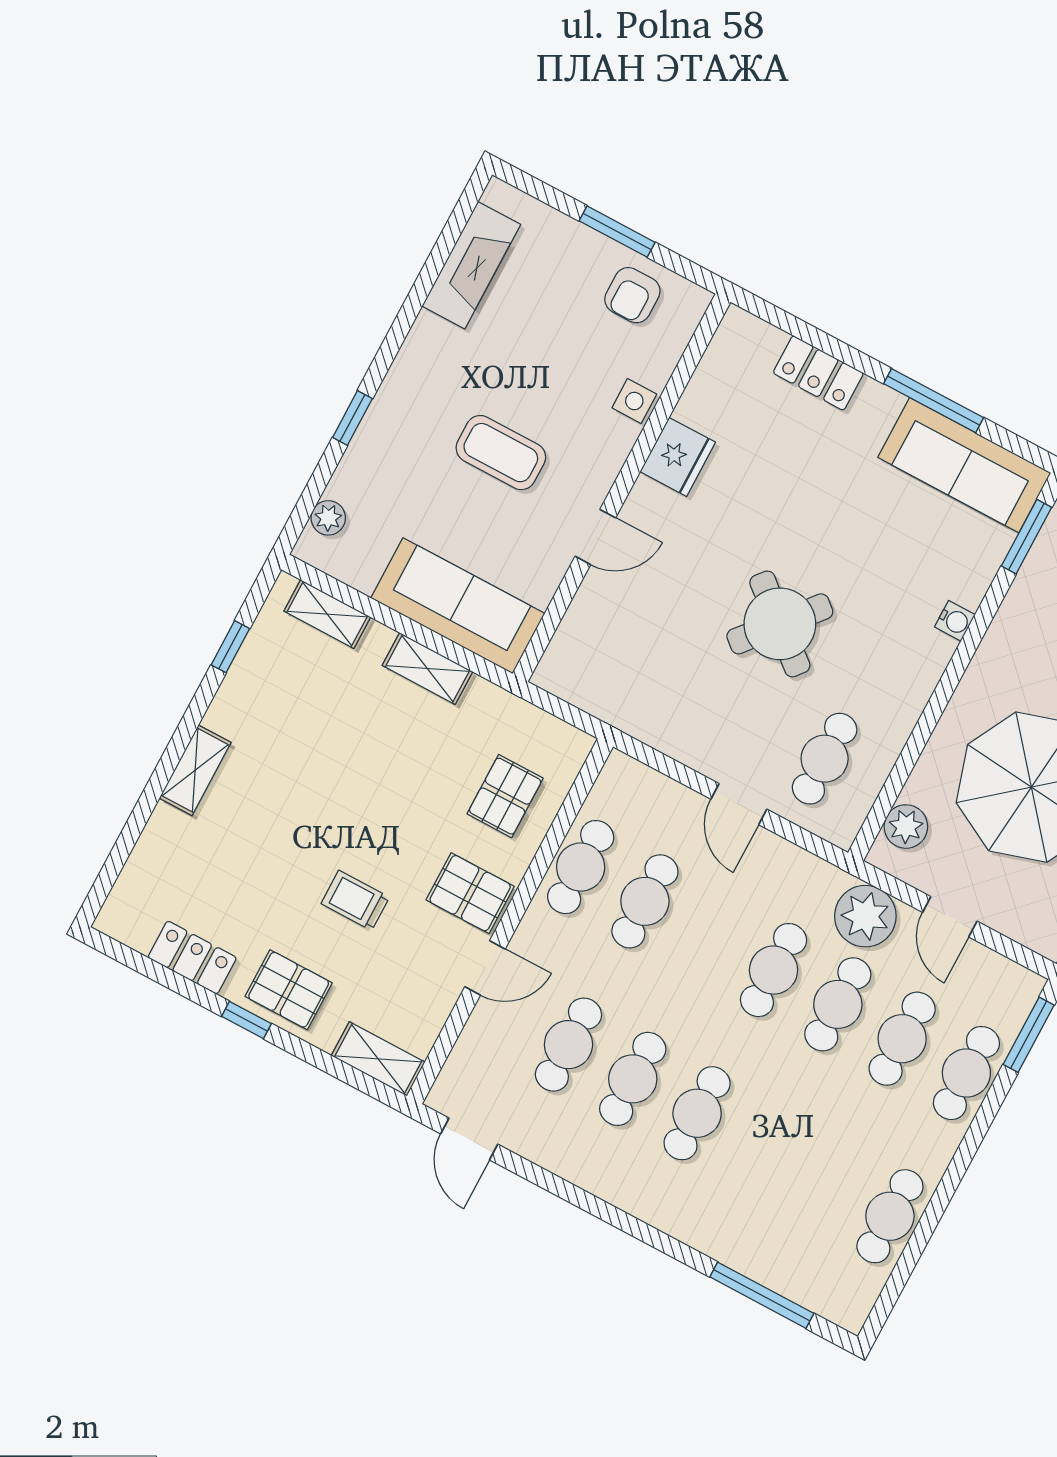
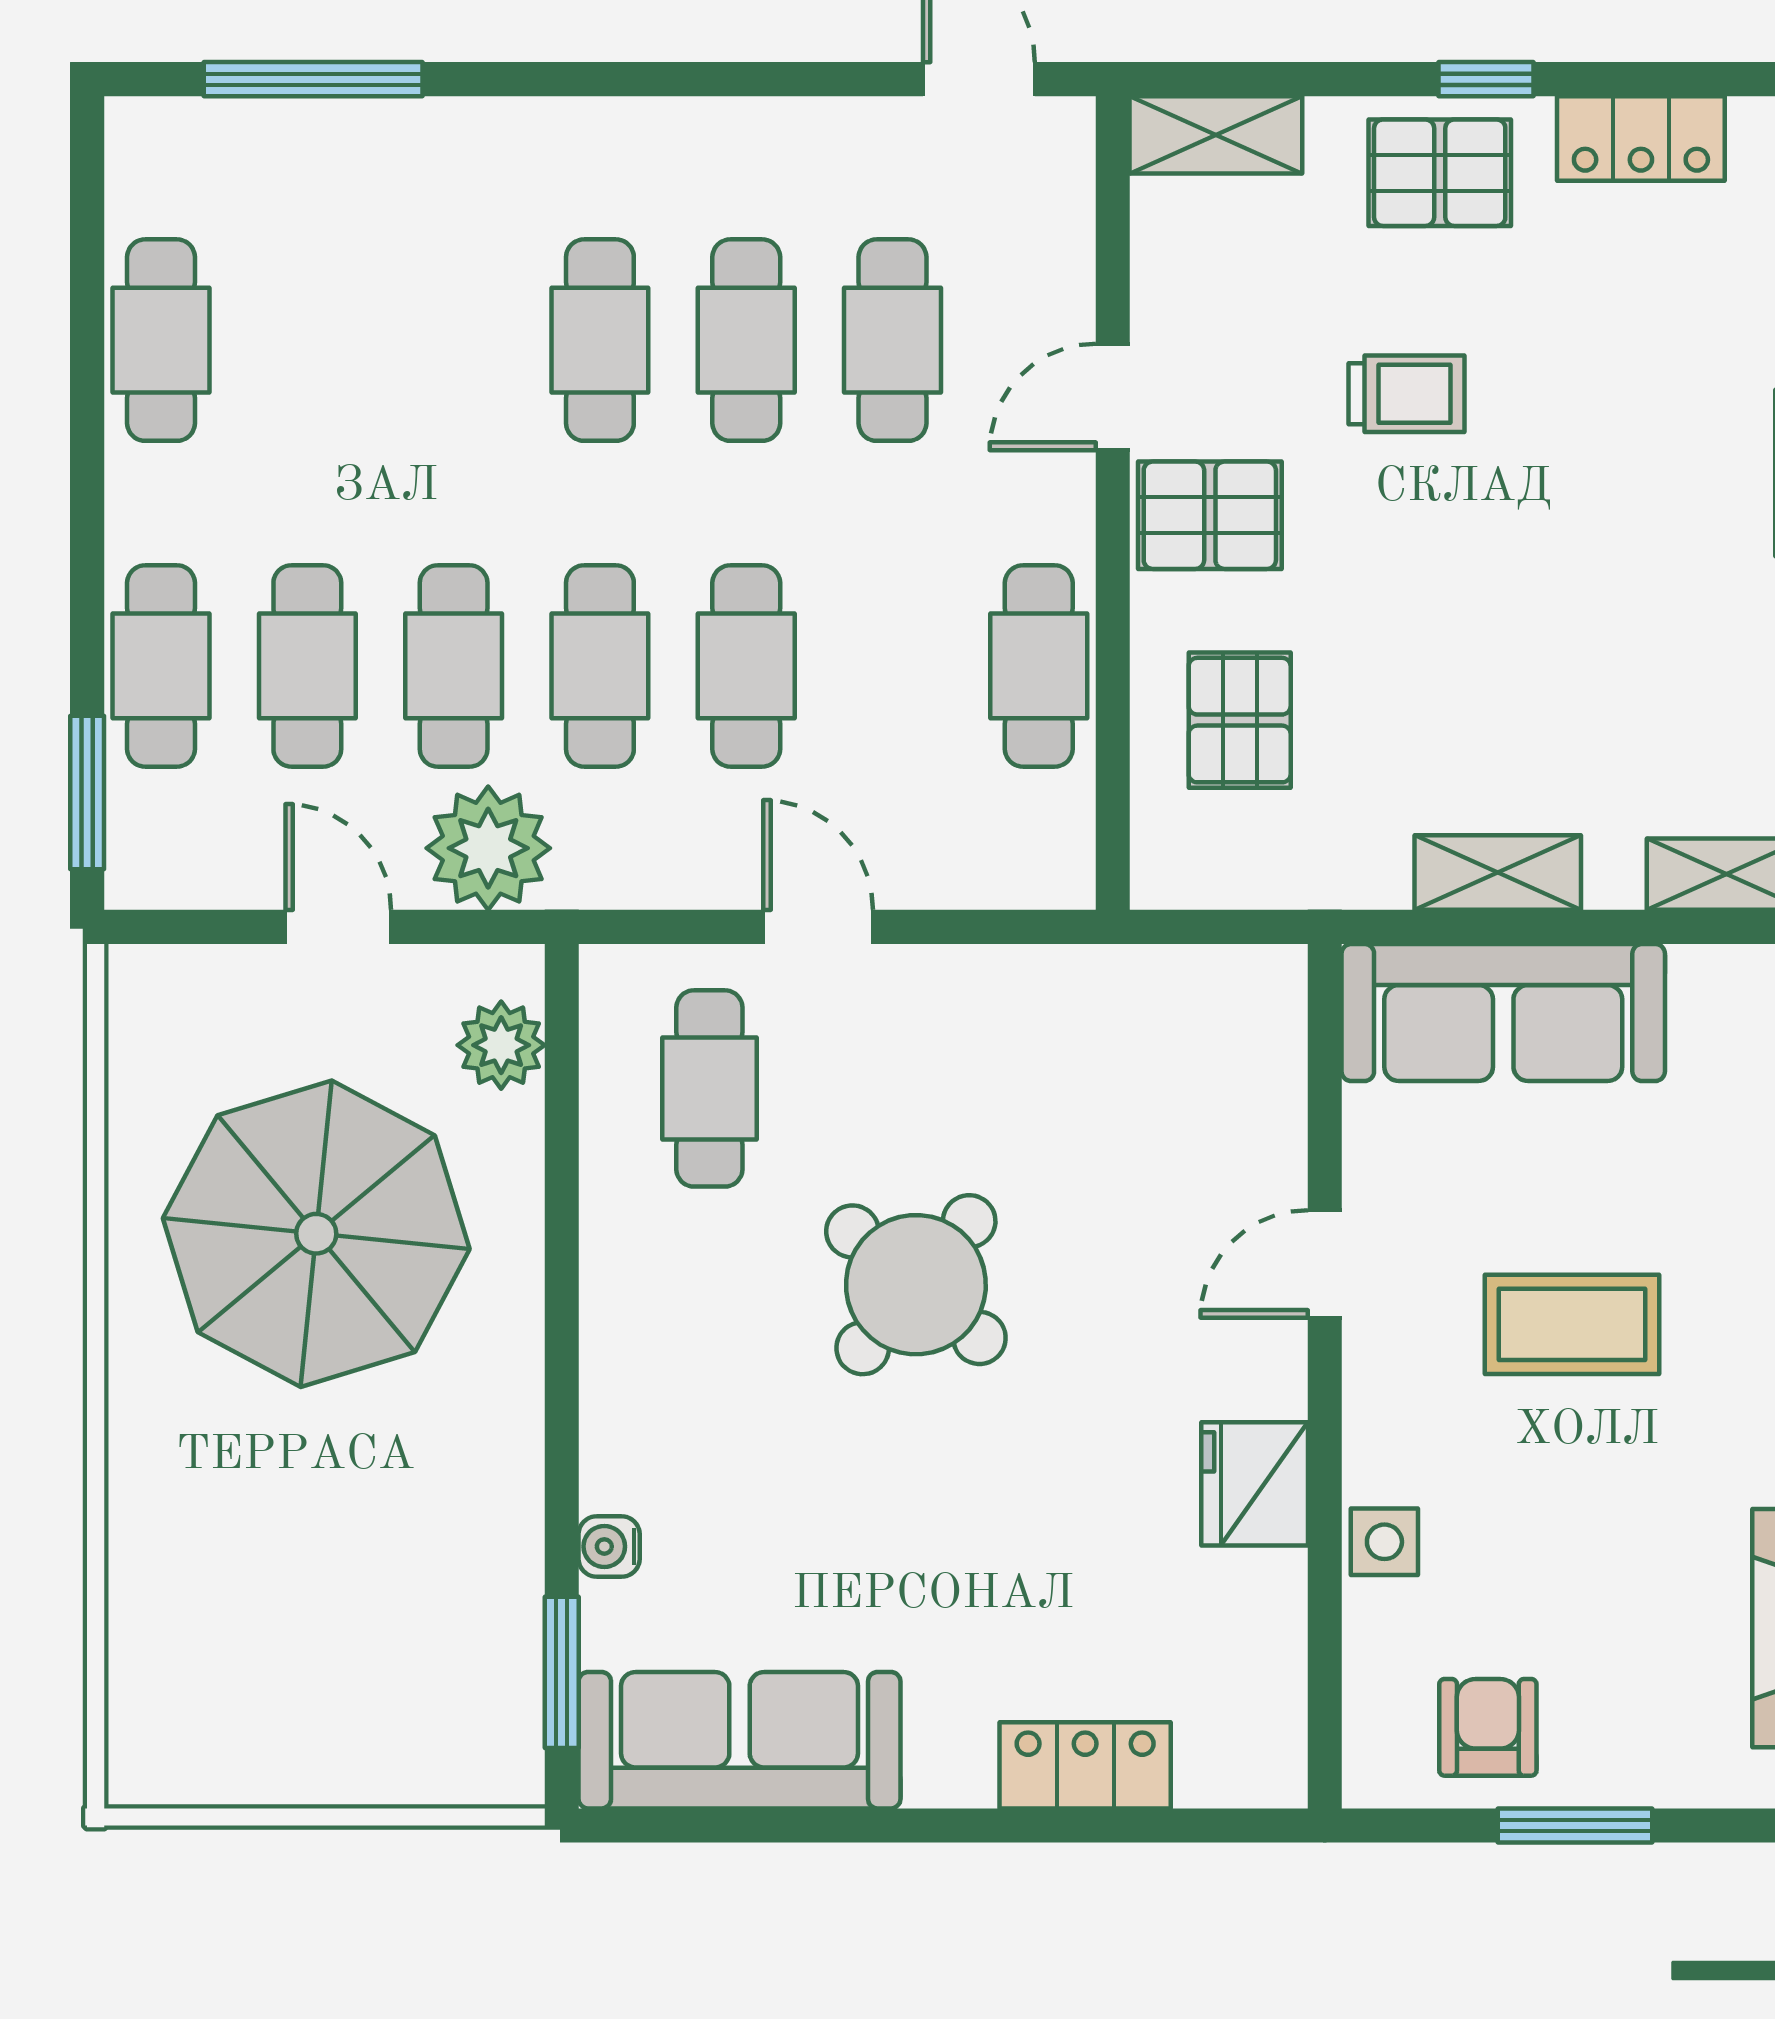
window: (934, 401) -> (855, 1825), removed
water cooler: (955, 621) -> (609, 1546), moved
cafe table: (645, 901) -> (746, 666), moved

